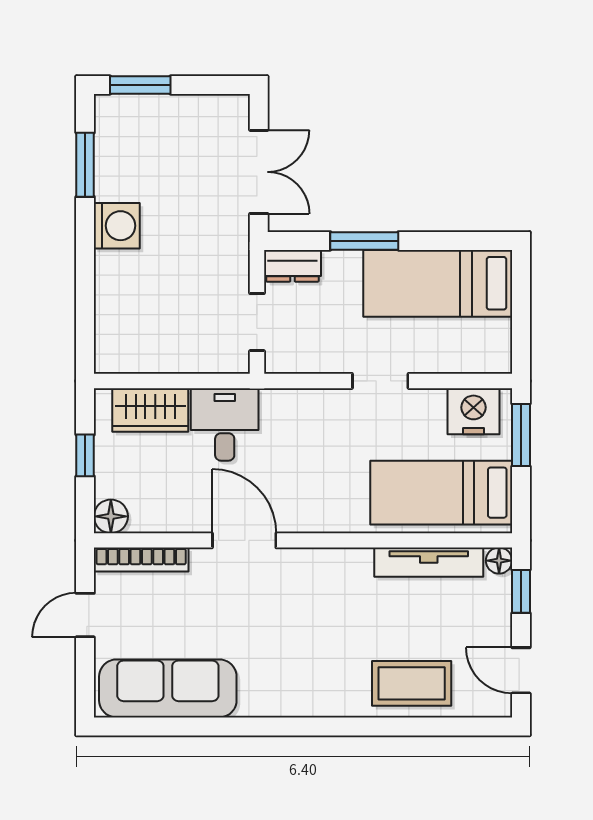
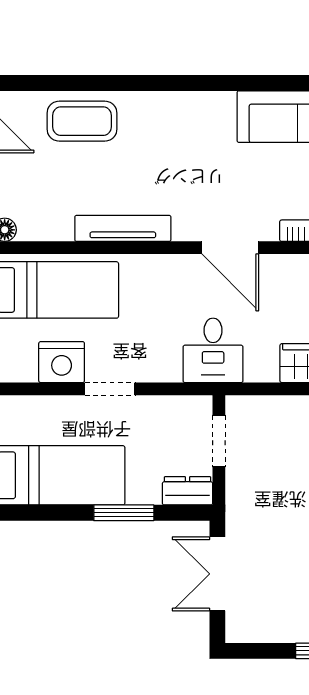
nightstand: (473, 411) -> (62, 362), moved
desk: (225, 424) -> (213, 350), moved
tv unit: (429, 562) -> (123, 228), moved

